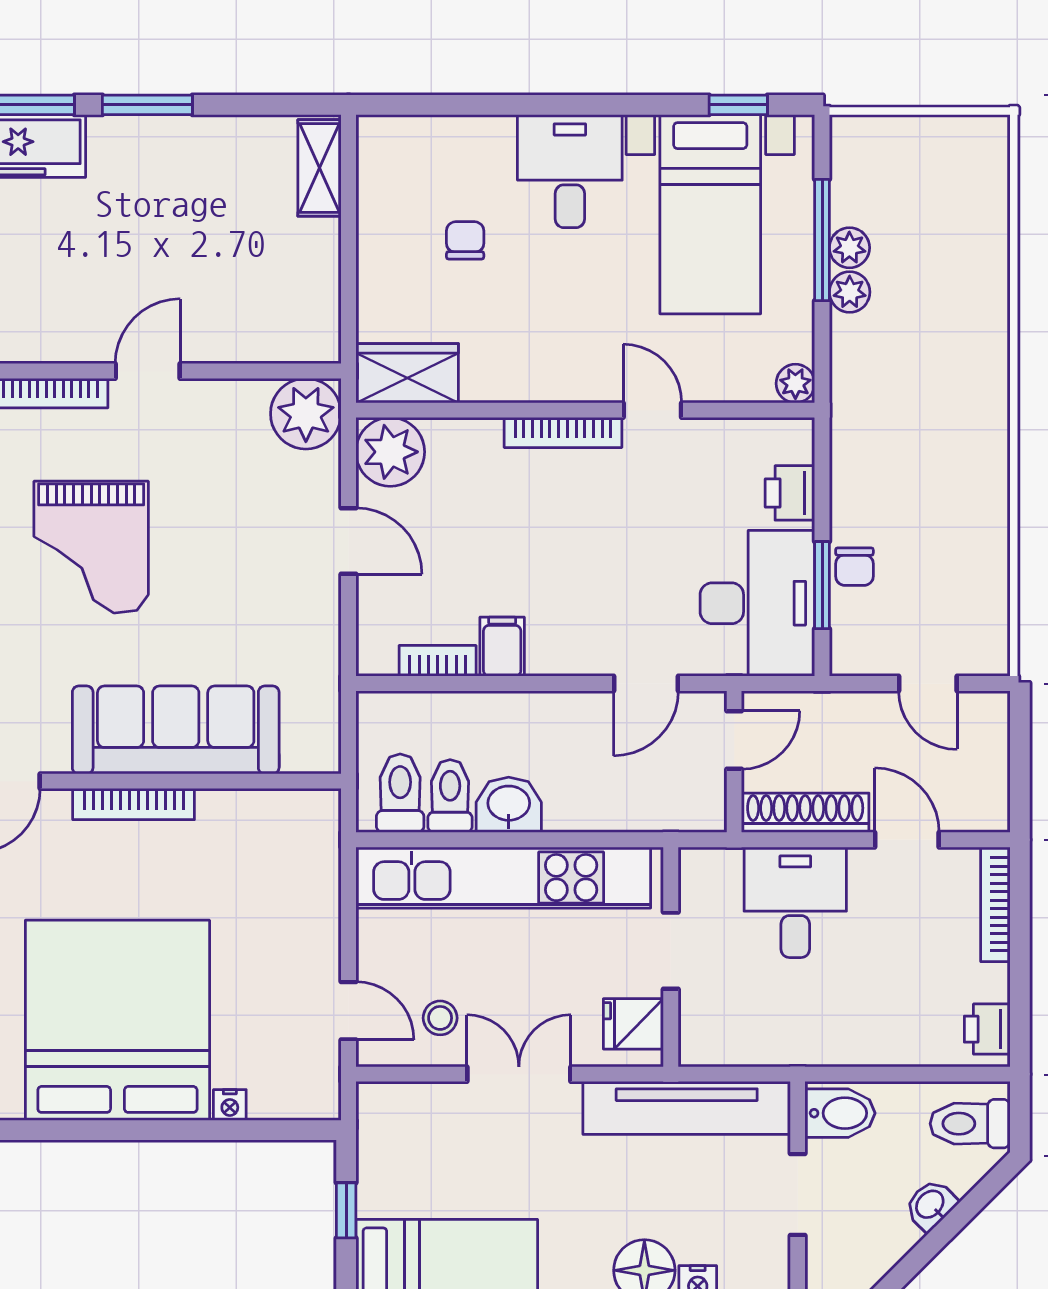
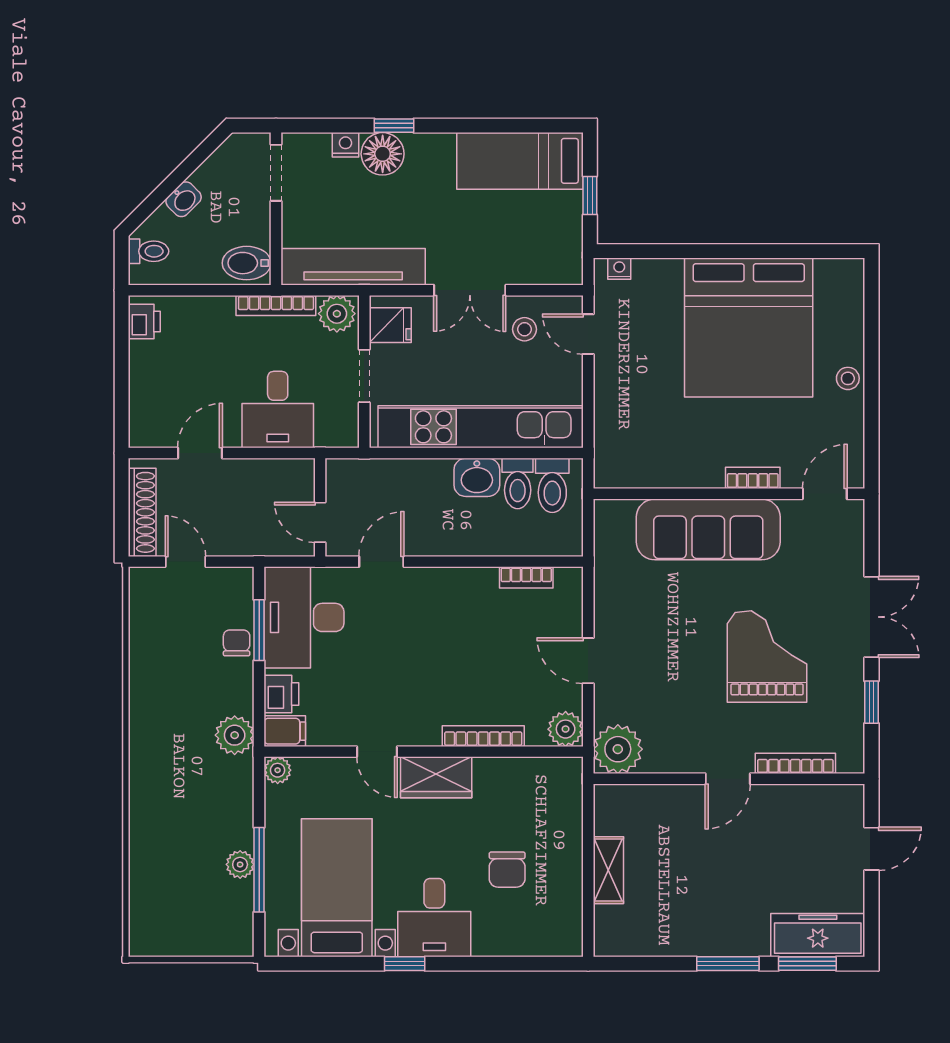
window: (738, 105) -> (405, 964), moved
shelving: (319, 168) -> (608, 870), moved
chair: (465, 240) -> (507, 870), width x1.37, depth x1.37
plant: (850, 292) -> (235, 735), moved, width x1.38, depth x1.38
wardrobe: (407, 373) -> (436, 777), moved
bookcase: (563, 432) -> (483, 736), moved
plant: (390, 452) -> (566, 729), width x0.73, depth x0.73
filing cabinet: (502, 647) -> (285, 731), moved, turned -90
door: (734, 740) -> (320, 522), hinge flipped
bookcase: (134, 804) -> (753, 478), width x0.64
shoe rack: (805, 813) -> (142, 512), moved, turned -90
door: (907, 840) -> (200, 453), swing flipped
bookcase: (995, 904) -> (276, 306), moved, turned 90
plant: (710, 1040) -> (337, 314), added
nightstand: (230, 1105) -> (619, 269), moved
toilet: (970, 1124) -> (148, 251), width x0.73, depth x0.72
doorway: (798, 1194) -> (276, 173), moved

